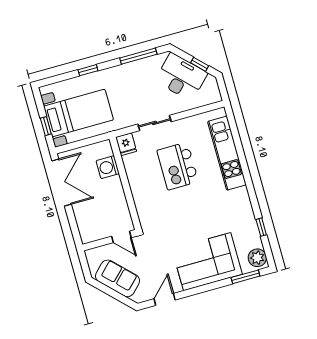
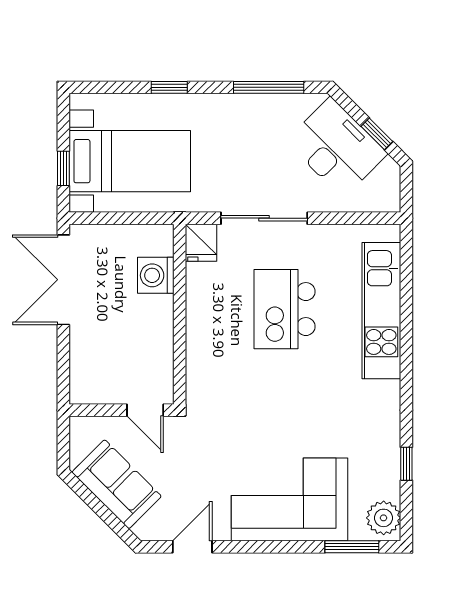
sliding door: (154, 123) -> (264, 218), width x1.37
double door: (62, 182) -> (63, 280), swing flipped

